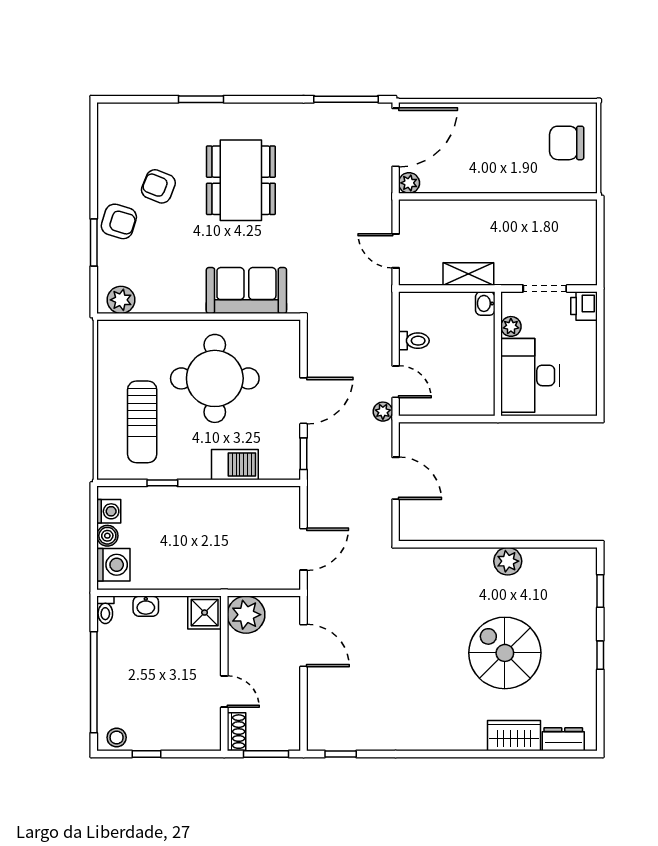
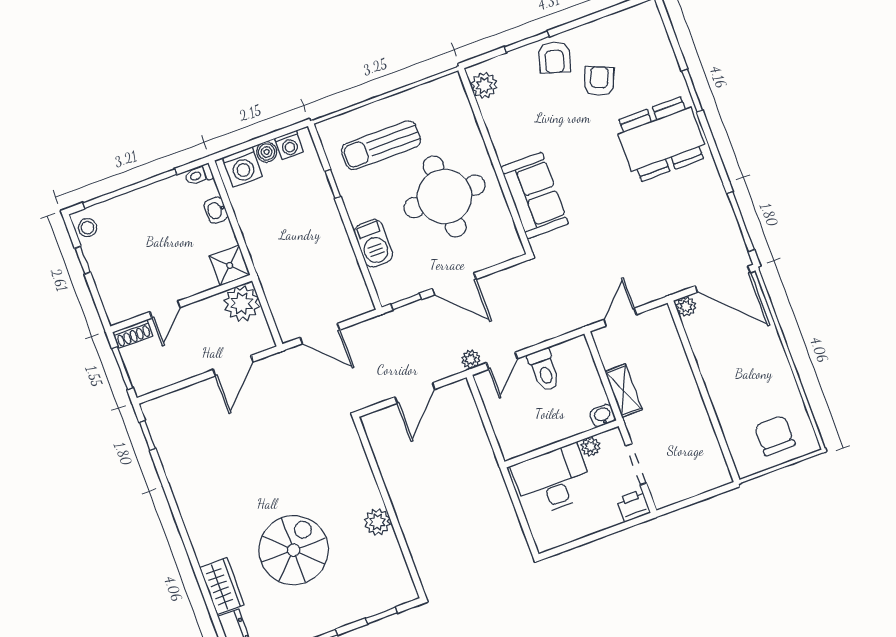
dining table: (241, 180) -> (661, 139), moved
toilet: (414, 341) -> (544, 370), width x1.37, depth x1.39

